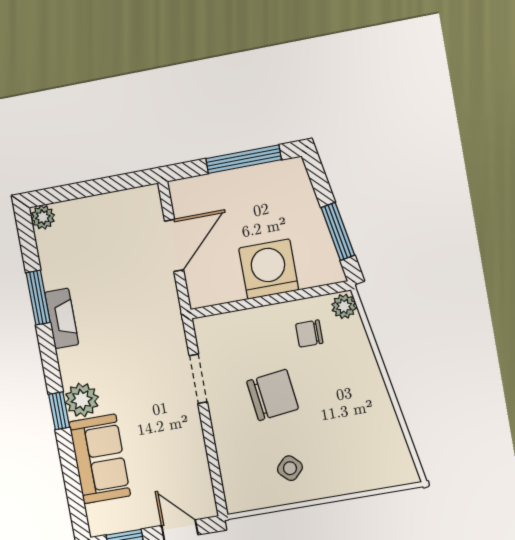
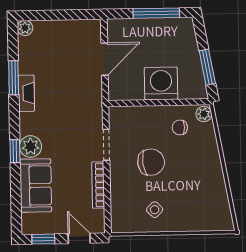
bookcase: (196, 443) -> (98, 185), added

